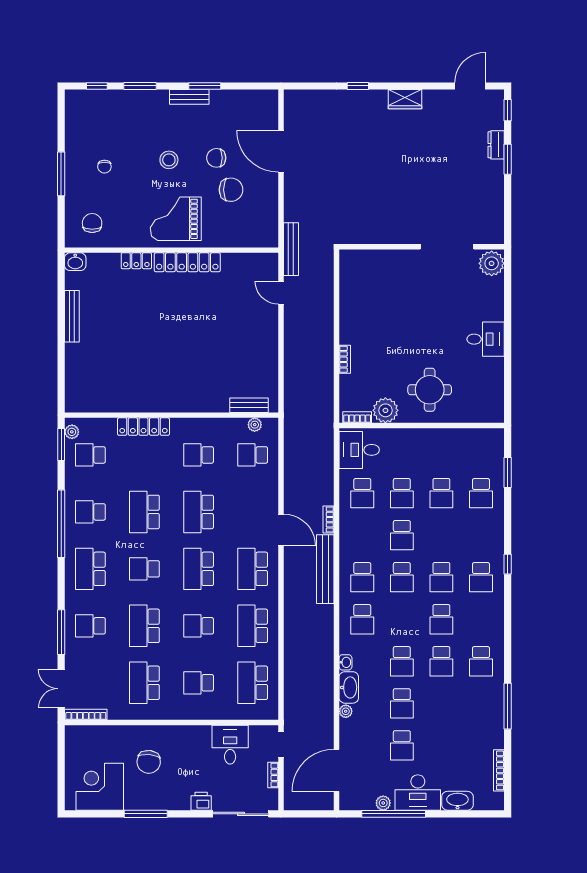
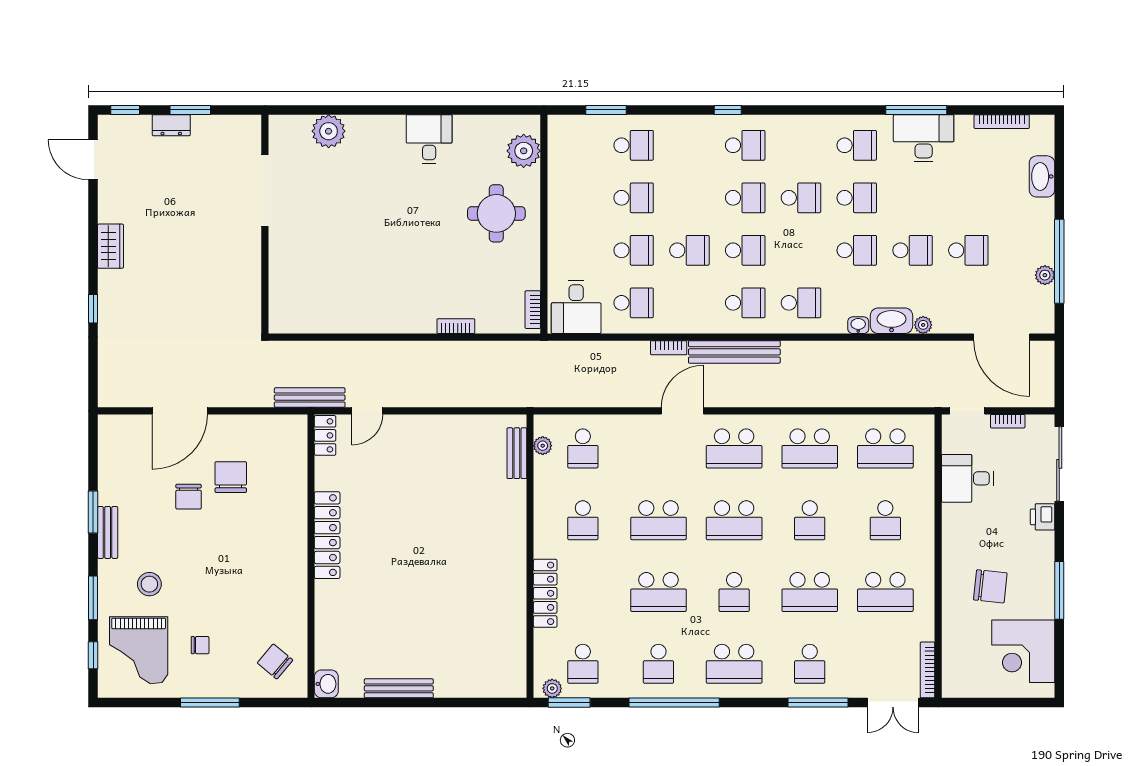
stool: (169, 160) -> (149, 584), moved
grand piano: (176, 219) -> (139, 650), moved
chair: (92, 223) -> (275, 661), turned 40
wall: (422, 247) -> (265, 224), moved
doorway: (447, 247) -> (265, 190), moved
locker: (136, 261) -> (325, 435), moved
plant: (385, 410) -> (524, 151), moved
desk: (418, 793) -> (924, 138), moved, turned -90

